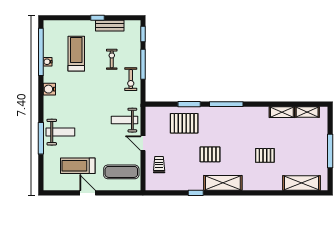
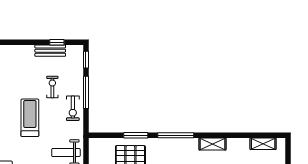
window: (97, 18) -> (57, 42), moved
treadmill: (76, 54) -> (30, 118), moved
shelving: (282, 112) -> (212, 144), moved

